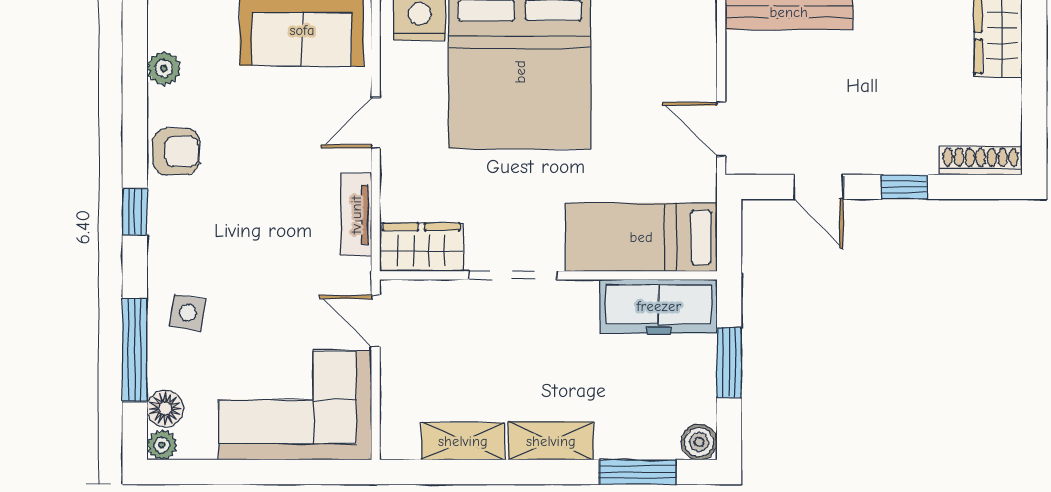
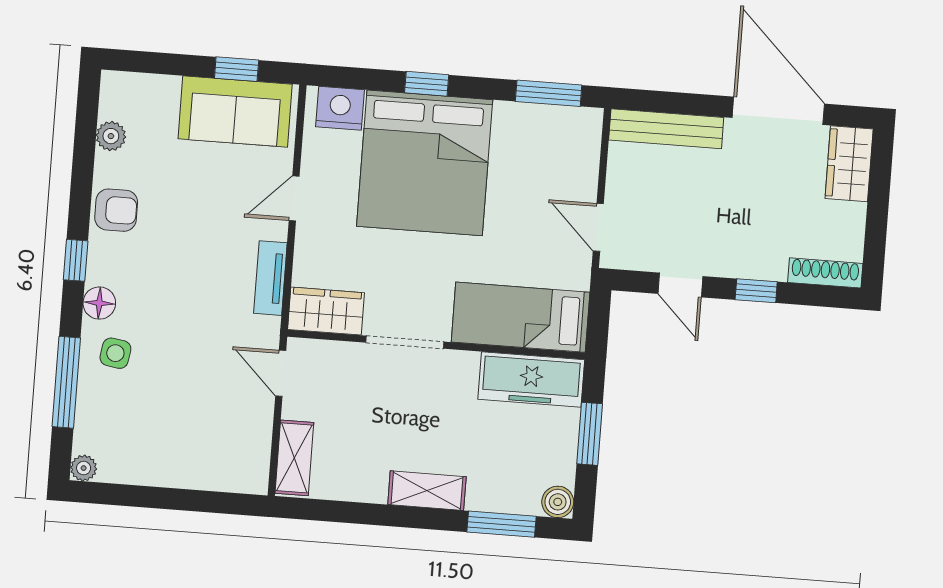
corner sofa: (295, 405) -> (204, 442), removed
floor lamp: (165, 409) -> (99, 303), moved
shelving: (463, 441) -> (294, 458), moved, turned 90

